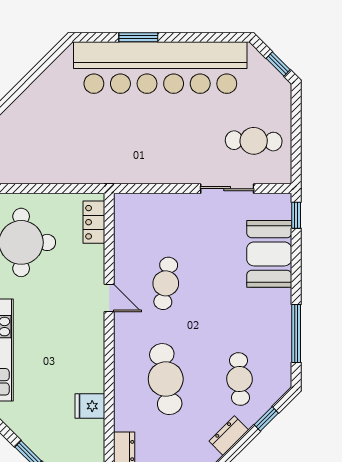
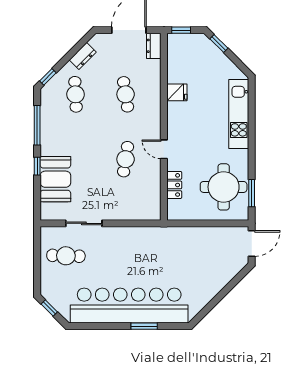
window: (296, 215) -> (37, 166), moved
locker: (94, 222) -> (174, 185), moved
cafe table: (166, 379) -> (126, 94), width x0.73, depth x0.74
fridge: (90, 406) -> (177, 92), moved
window: (266, 419) -> (48, 77), moved

